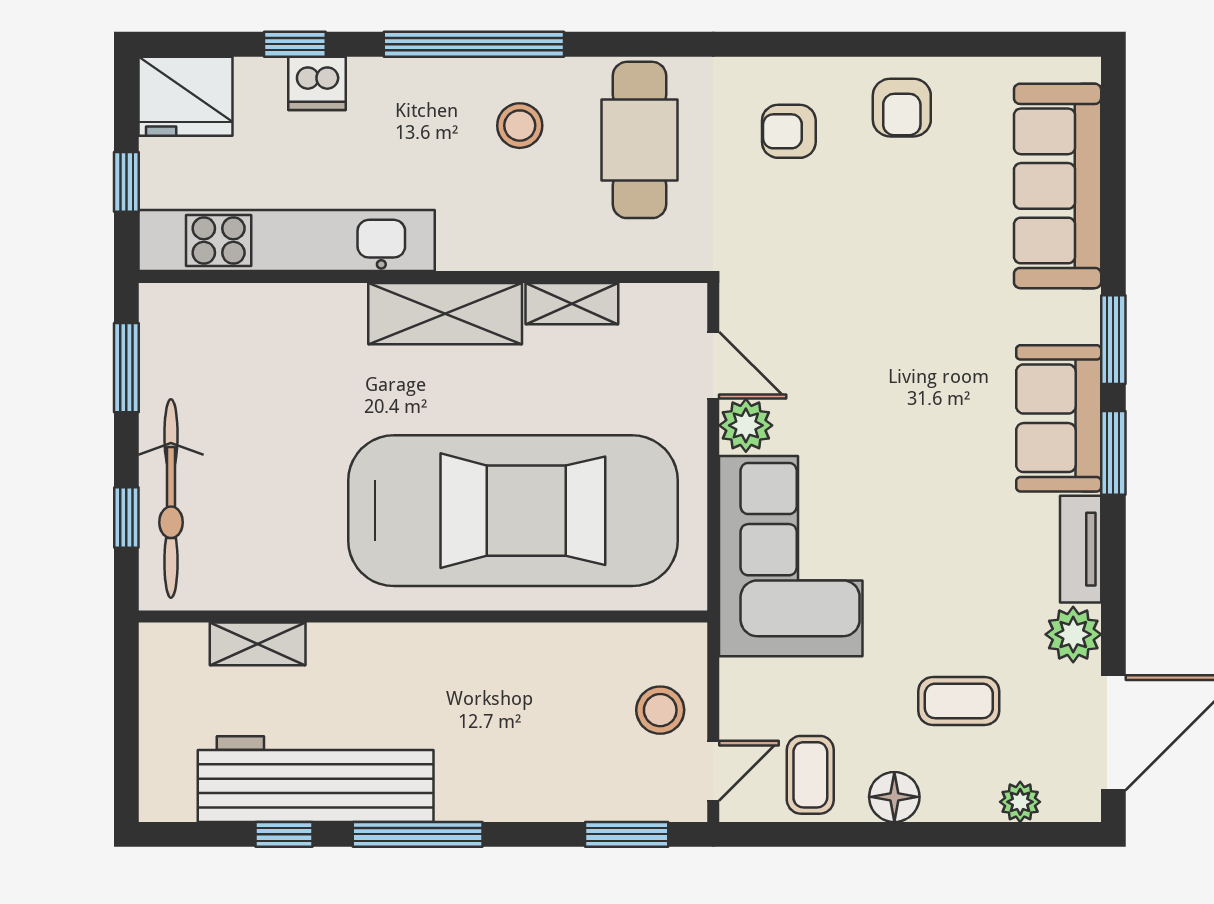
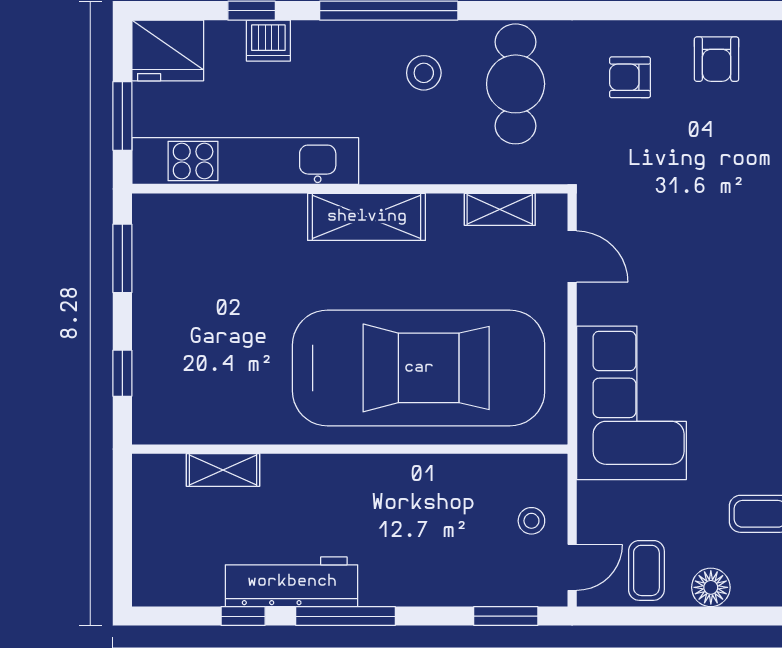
window: (126, 182) -> (122, 116), width x1.50
shelving: (572, 304) -> (500, 209), moved
plant: (746, 425) -> (597, 303), removed
bicycle: (171, 498) -> (157, 359), removed
stool: (660, 710) -> (531, 521), width x0.73, depth x0.73
workbench: (316, 779) -> (292, 582), width x0.73, depth x0.76

